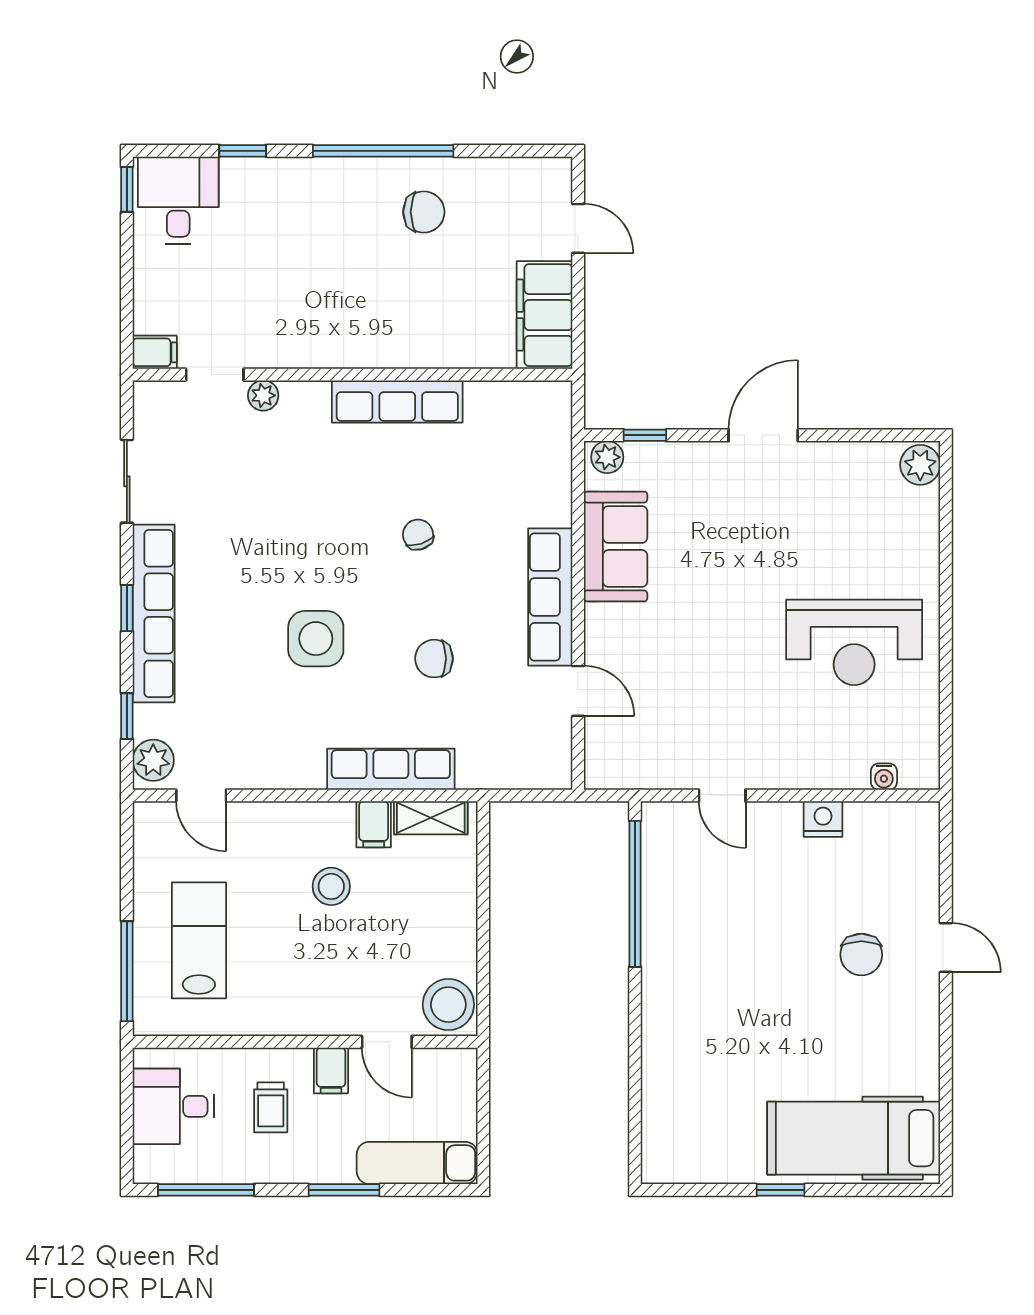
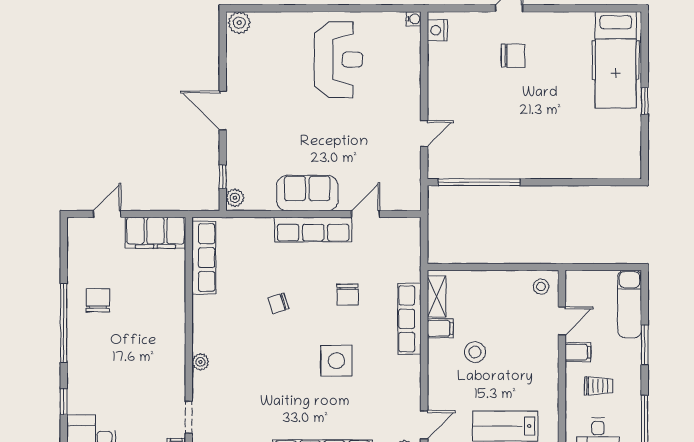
plant: (263, 395) -> (200, 362), moved
row of seats: (397, 401) -> (204, 258), moved
sofa: (616, 546) -> (307, 193), moved
water cooler: (884, 777) -> (414, 19), moved
nightstand: (823, 819) -> (437, 30), moved
stool: (448, 1005) -> (541, 287), width x0.53, depth x0.53

